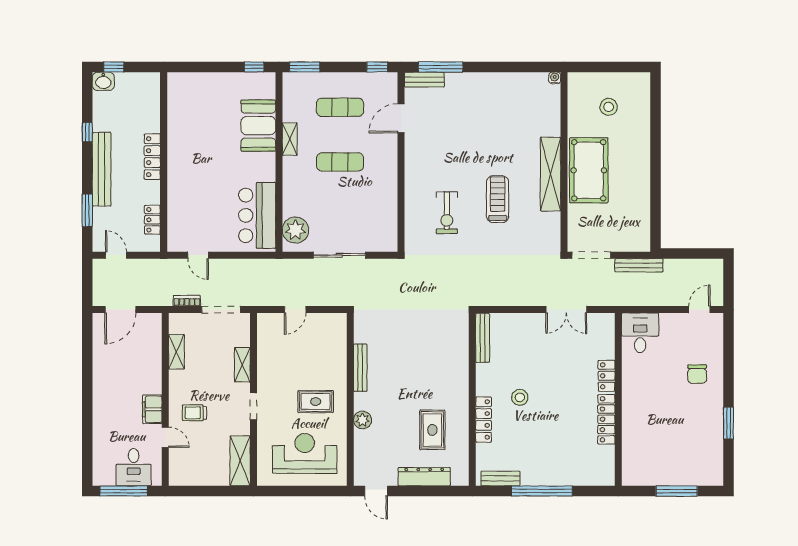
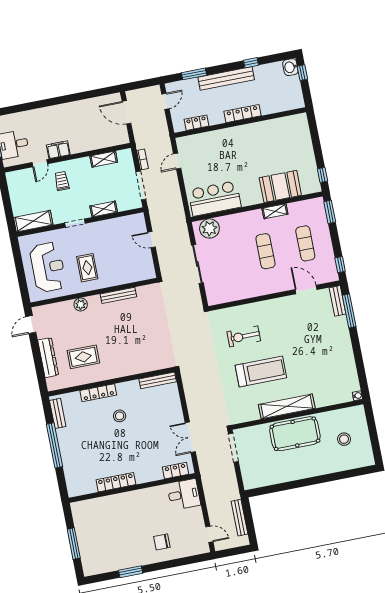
treadmill: (498, 199) -> (261, 371), width x1.37, depth x1.38
bench: (639, 265) -> (239, 518), moved
locker: (607, 376) -> (176, 471), moved

